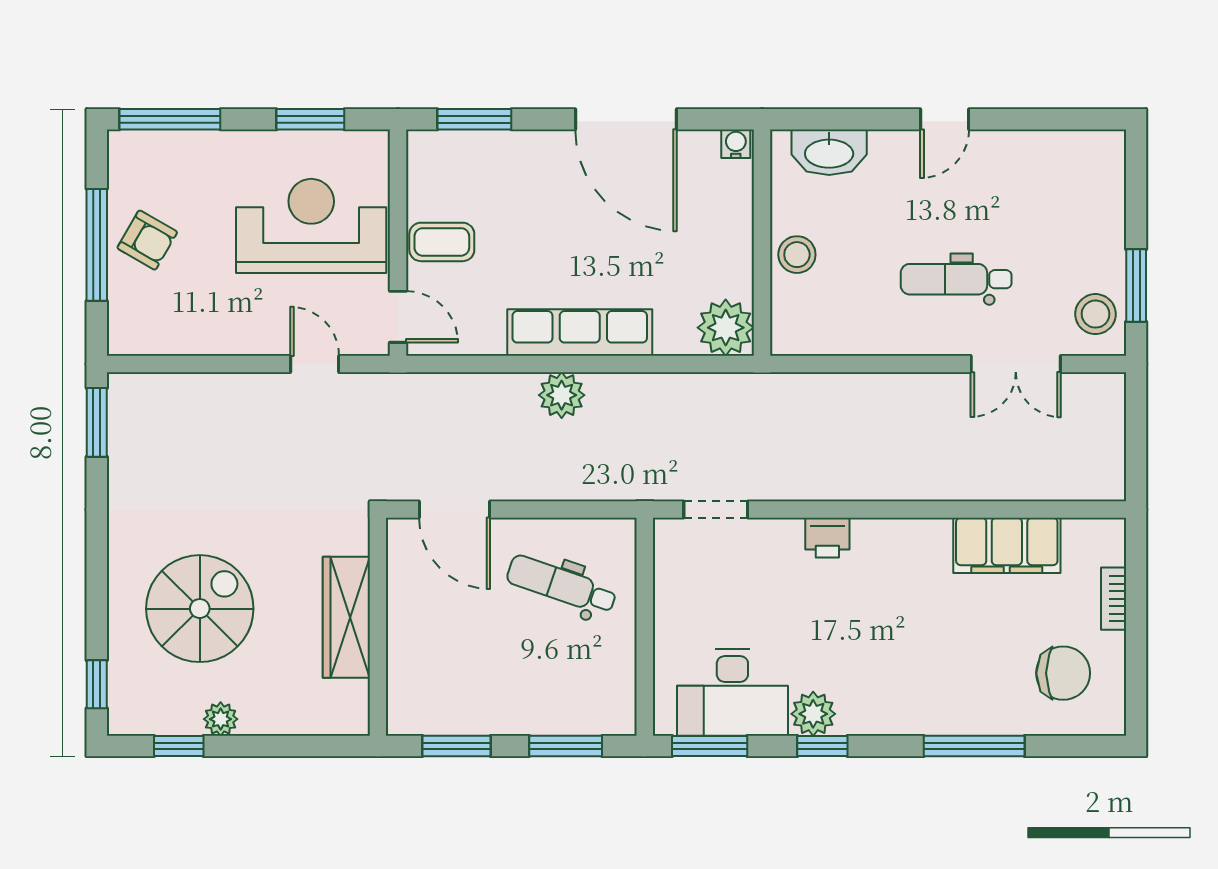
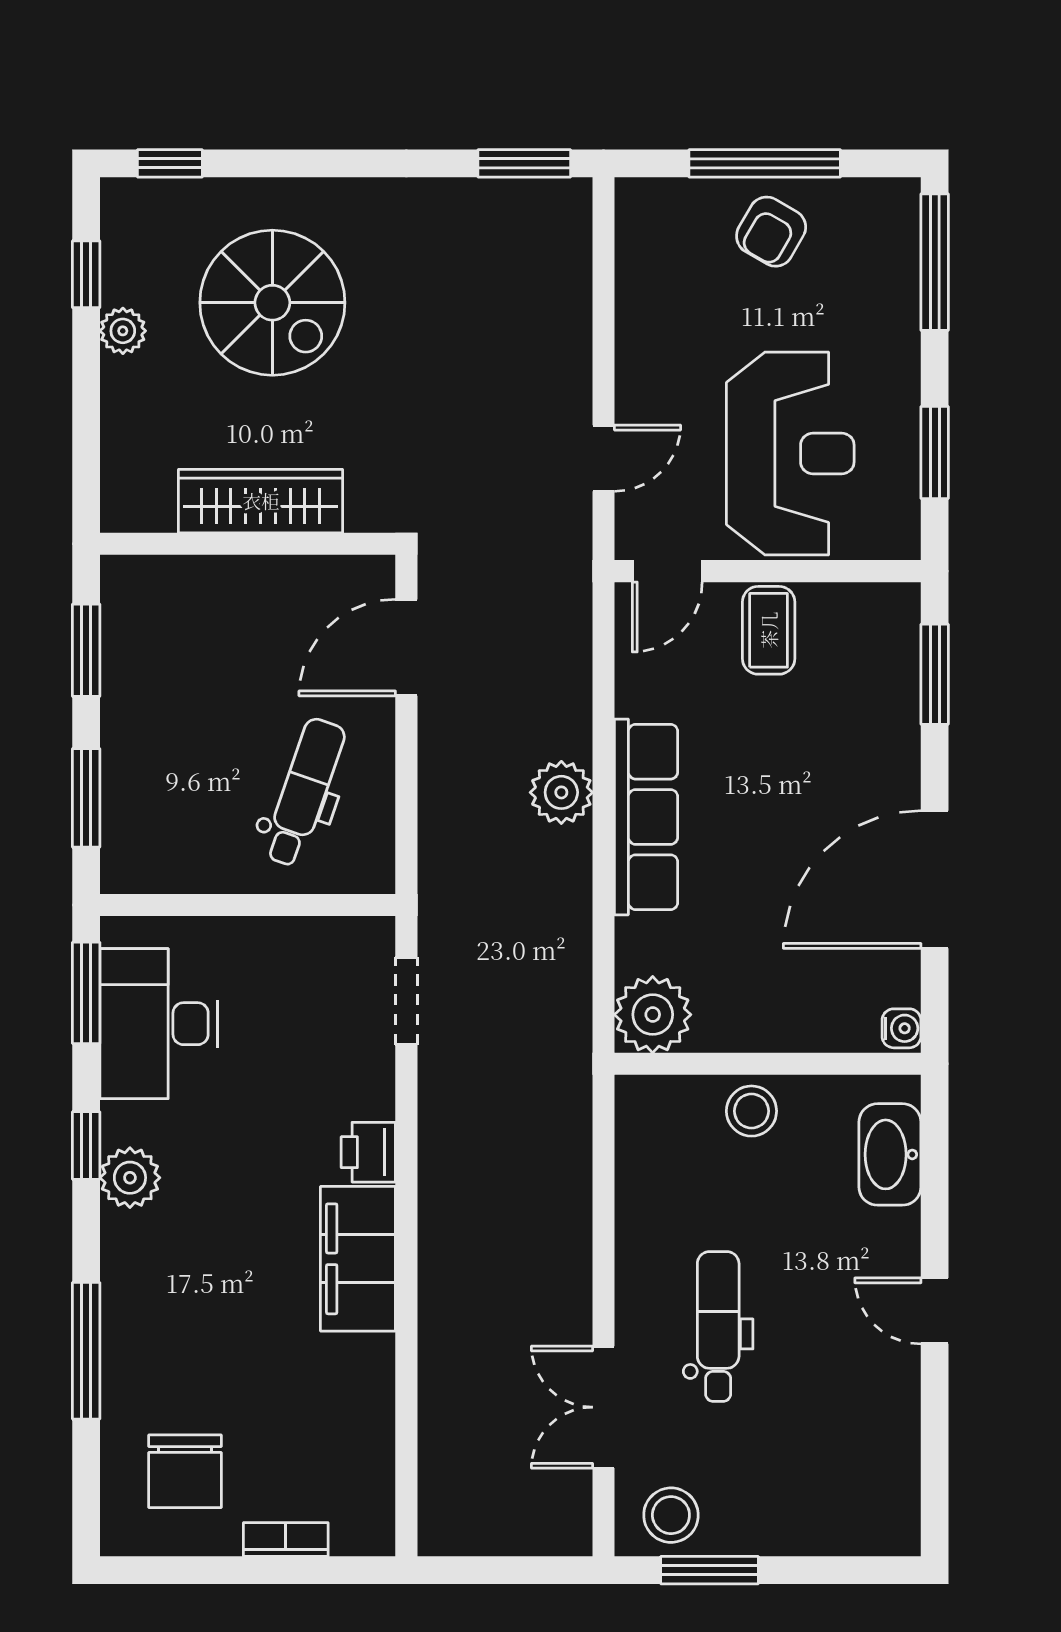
filing cabinet: (1007, 545) -> (358, 1259), moved
plant: (813, 714) -> (130, 1178), moved

